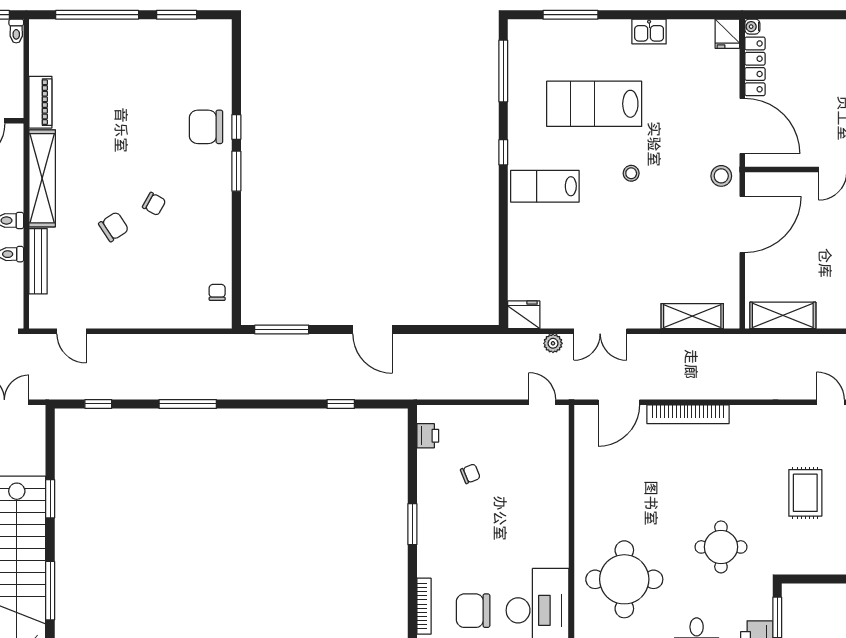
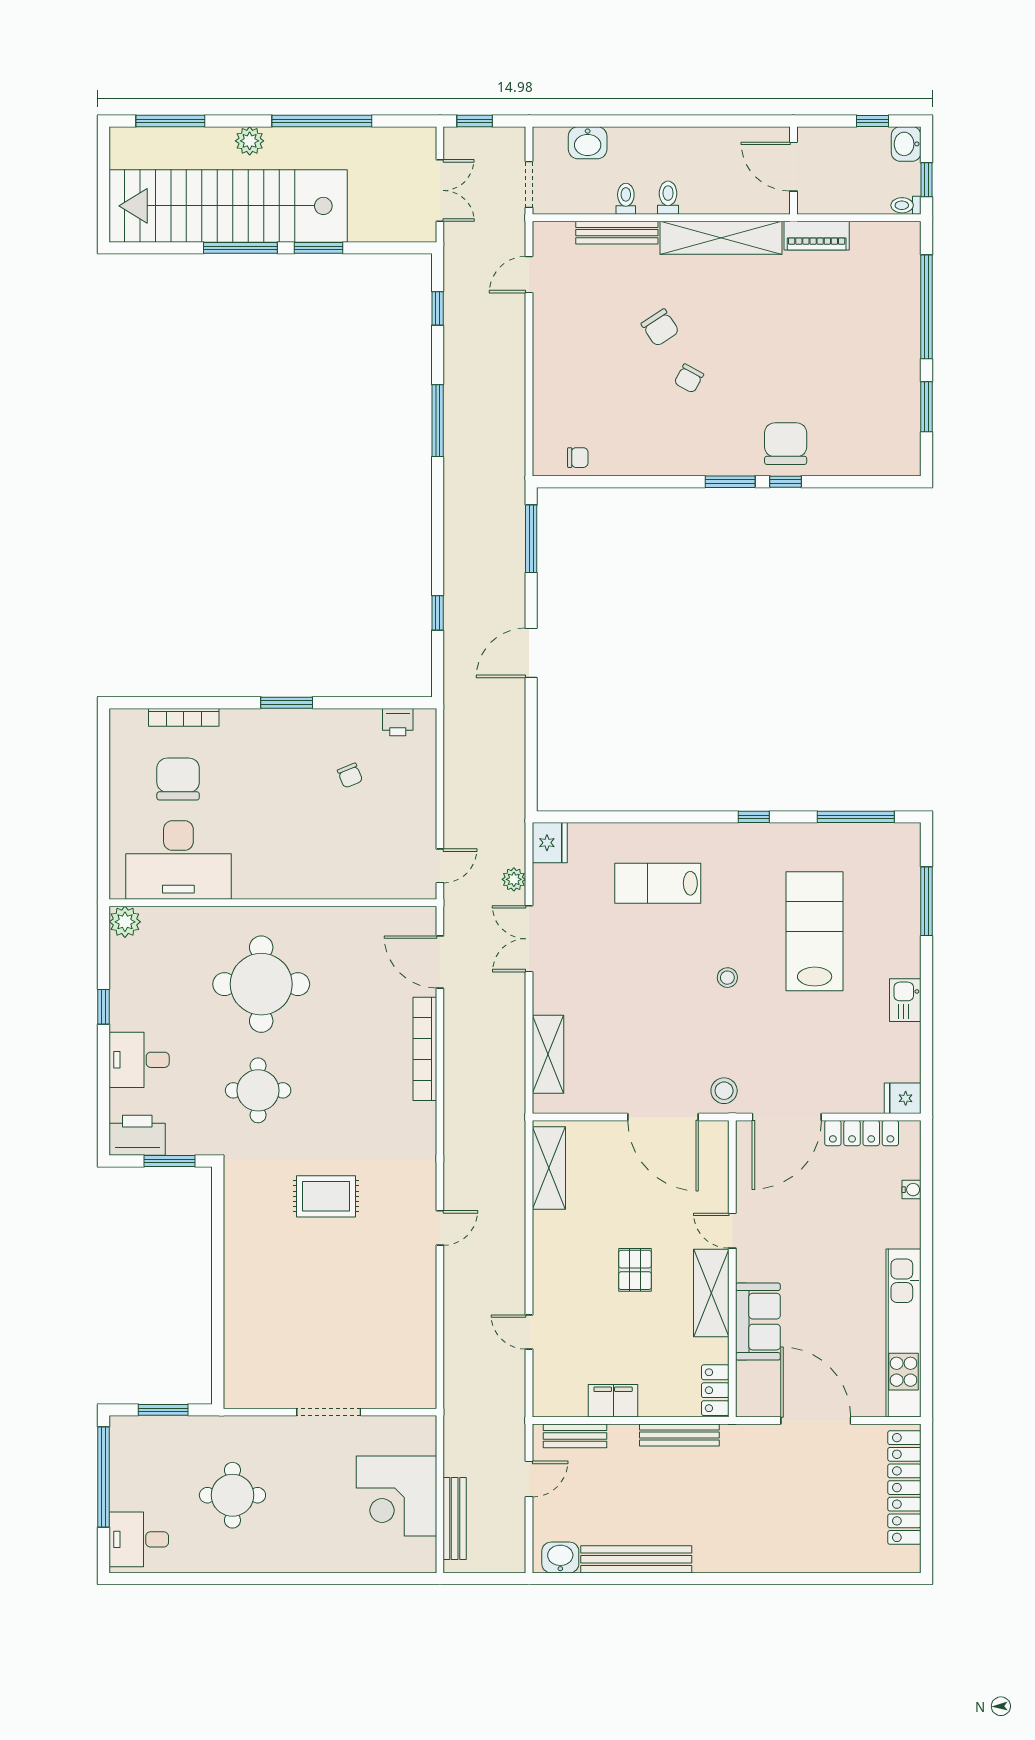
water cooler: (752, 27) -> (912, 1190), moved, turned 90
lab bench: (545, 186) -> (658, 883), moved, turned -90
round table: (624, 579) -> (261, 984), moved
window: (50, 591) -> (240, 248), moved

